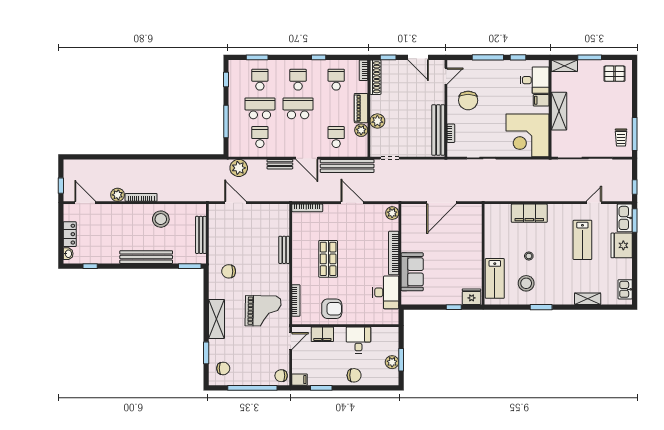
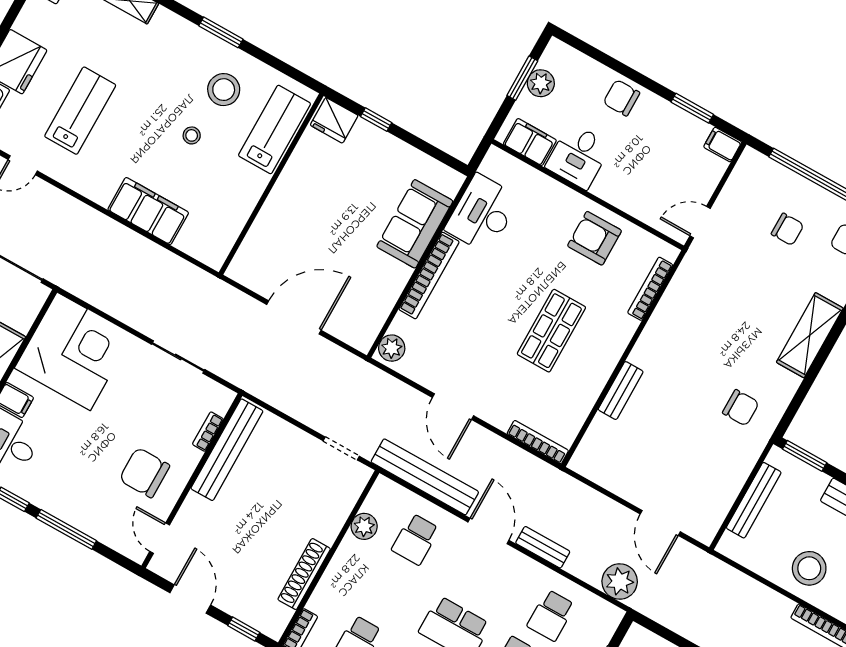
door: (446, 76) -> (160, 538), hinge flipped
shoe rack: (375, 77) -> (304, 574), moved
chair: (468, 100) -> (144, 473), turned -90
piano: (361, 108) -> (342, 566), removed
plant: (377, 121) -> (326, 527), removed
grand piano: (263, 311) -> (719, 303), removed
filing cabinet: (322, 334) -> (530, 142), moved
chair: (281, 376) -> (787, 229), moved

